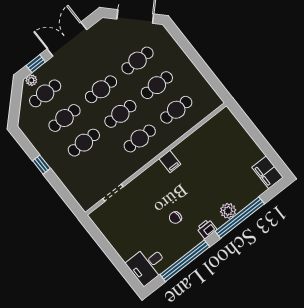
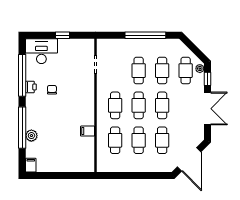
filing cabinet: (170, 161) -> (88, 131), moved
window: (41, 165) -> (145, 35), width x3.17
filing cabinet: (268, 172) -> (31, 165), width x0.50
plant: (228, 211) -> (31, 136), moved
printer: (207, 229) -> (31, 87), moved
window: (110, 251) -> (63, 35), added
desk: (147, 265) -> (41, 51), width x1.37

